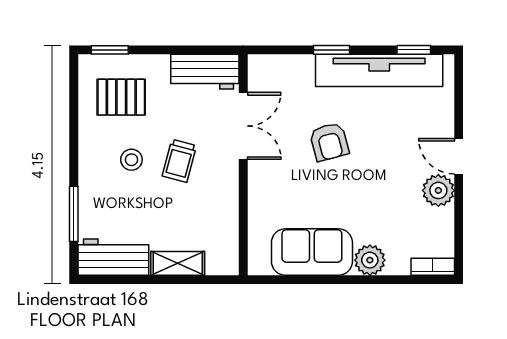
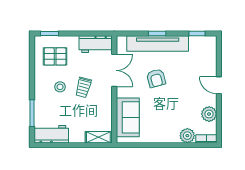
tv unit: (379, 70) -> (158, 44), moved
plant: (438, 190) -> (209, 114), moved
sofa: (312, 252) -> (128, 117), moved, turned 90
plant: (370, 260) -> (187, 136), moved
shelving: (178, 263) -> (98, 137), moved

